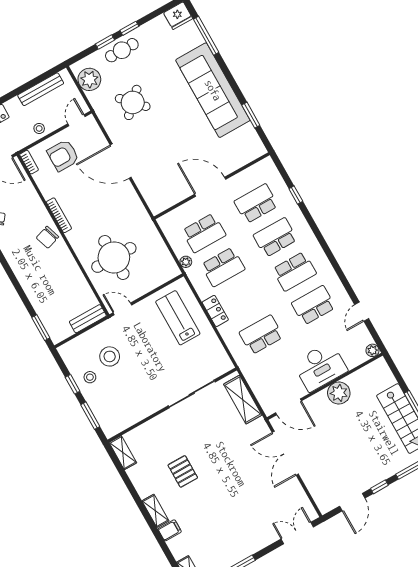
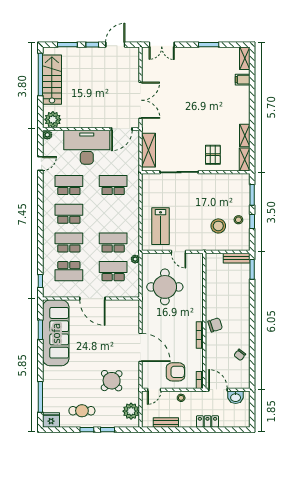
cafe table: (122, 50) -> (82, 411), moved
bench: (41, 89) -> (166, 422), width x0.73
sofa: (213, 90) -> (56, 333), moved
window: (296, 195) -> (40, 281), moved
school desk: (275, 237) -> (69, 242), turned 180
round table: (114, 257) -> (165, 287), moved
school desk: (313, 305) -> (69, 185), turned 180
door: (122, 309) -> (179, 252), moved
locker: (215, 311) -> (134, 217), removed
bench: (88, 319) -> (237, 258), moved
school desk: (261, 335) -> (113, 185), turned 180
desk: (320, 367) -> (87, 147), width x1.36, depth x1.30
plant: (339, 393) -> (53, 120), moved
door: (288, 407) -> (122, 129), swing flipped
pallet: (183, 471) -> (213, 155), moved
shelving: (155, 511) -> (245, 136), moved
filing cabinet: (170, 530) -> (243, 80), moved

